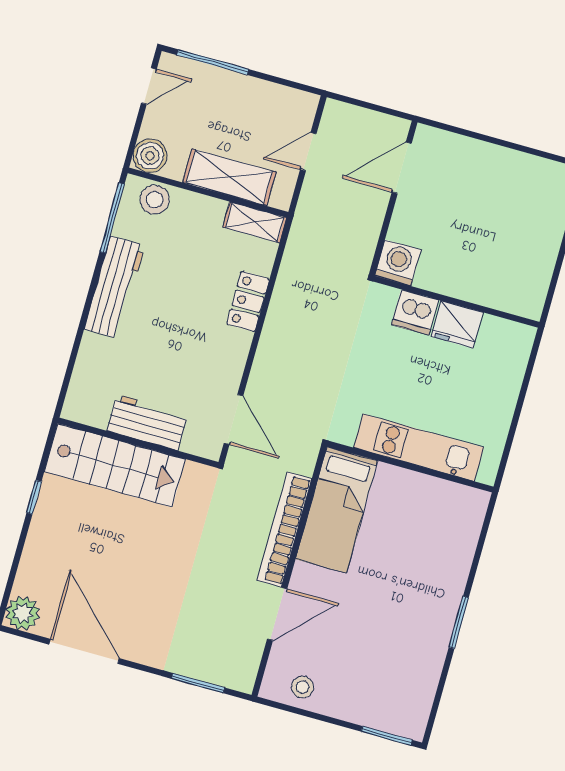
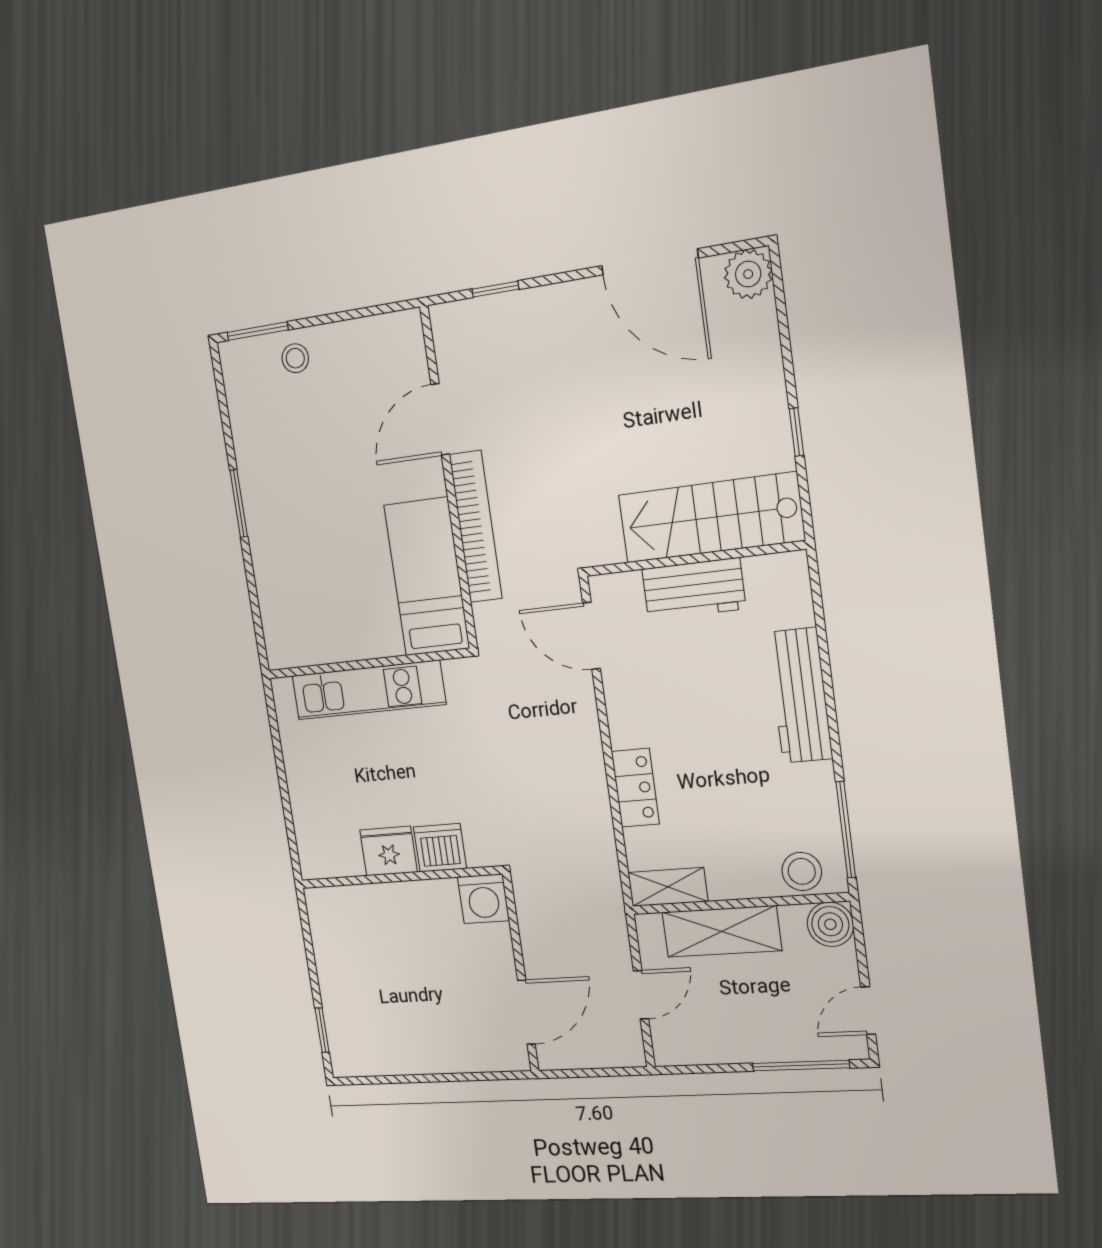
workbench: (115, 287) -> (800, 695), moved
window: (198, 683) -> (495, 289), width x0.67
stool: (303, 687) -> (295, 358), moved

